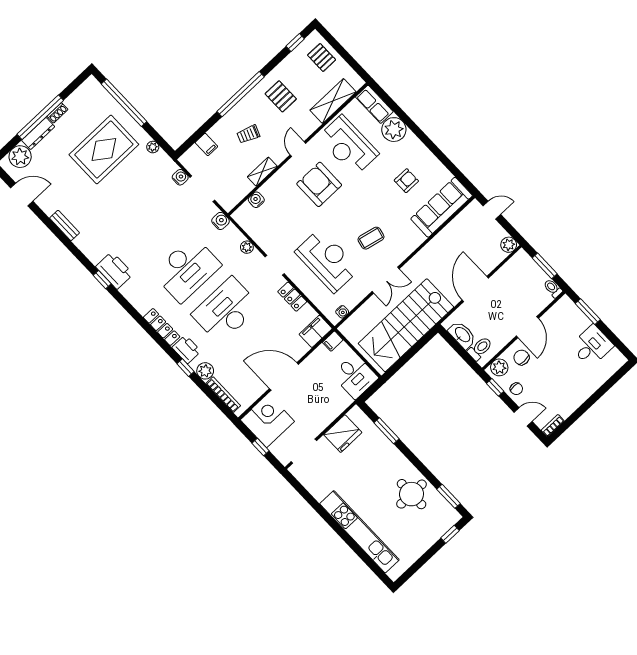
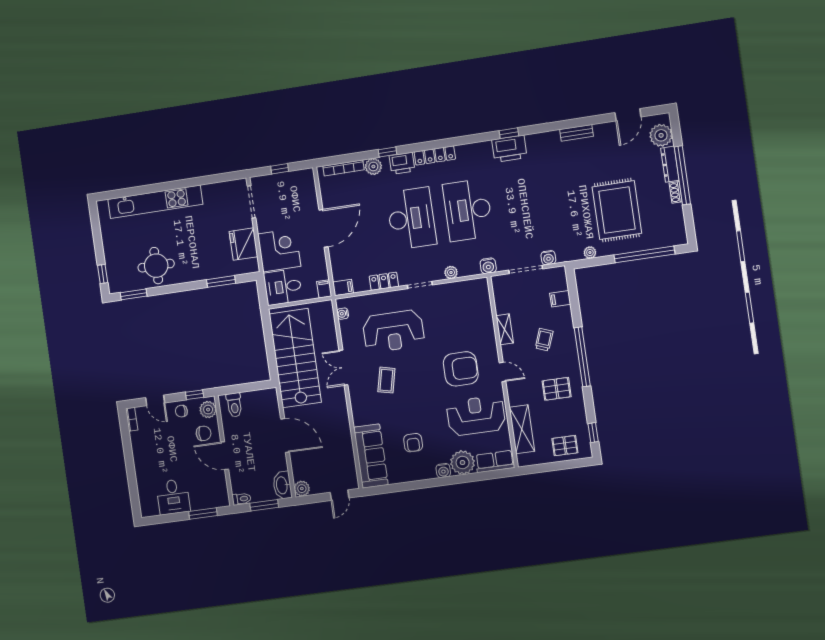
water cooler: (256, 200) -> (443, 471), moved, turned 90
filing cabinet: (316, 331) -> (343, 288), width x0.50
washbasin: (462, 335) -> (282, 485), moved, turned 90
door: (523, 417) -> (155, 400), hinge flipped
corner desk: (267, 421) -> (279, 250), moved, turned -90

